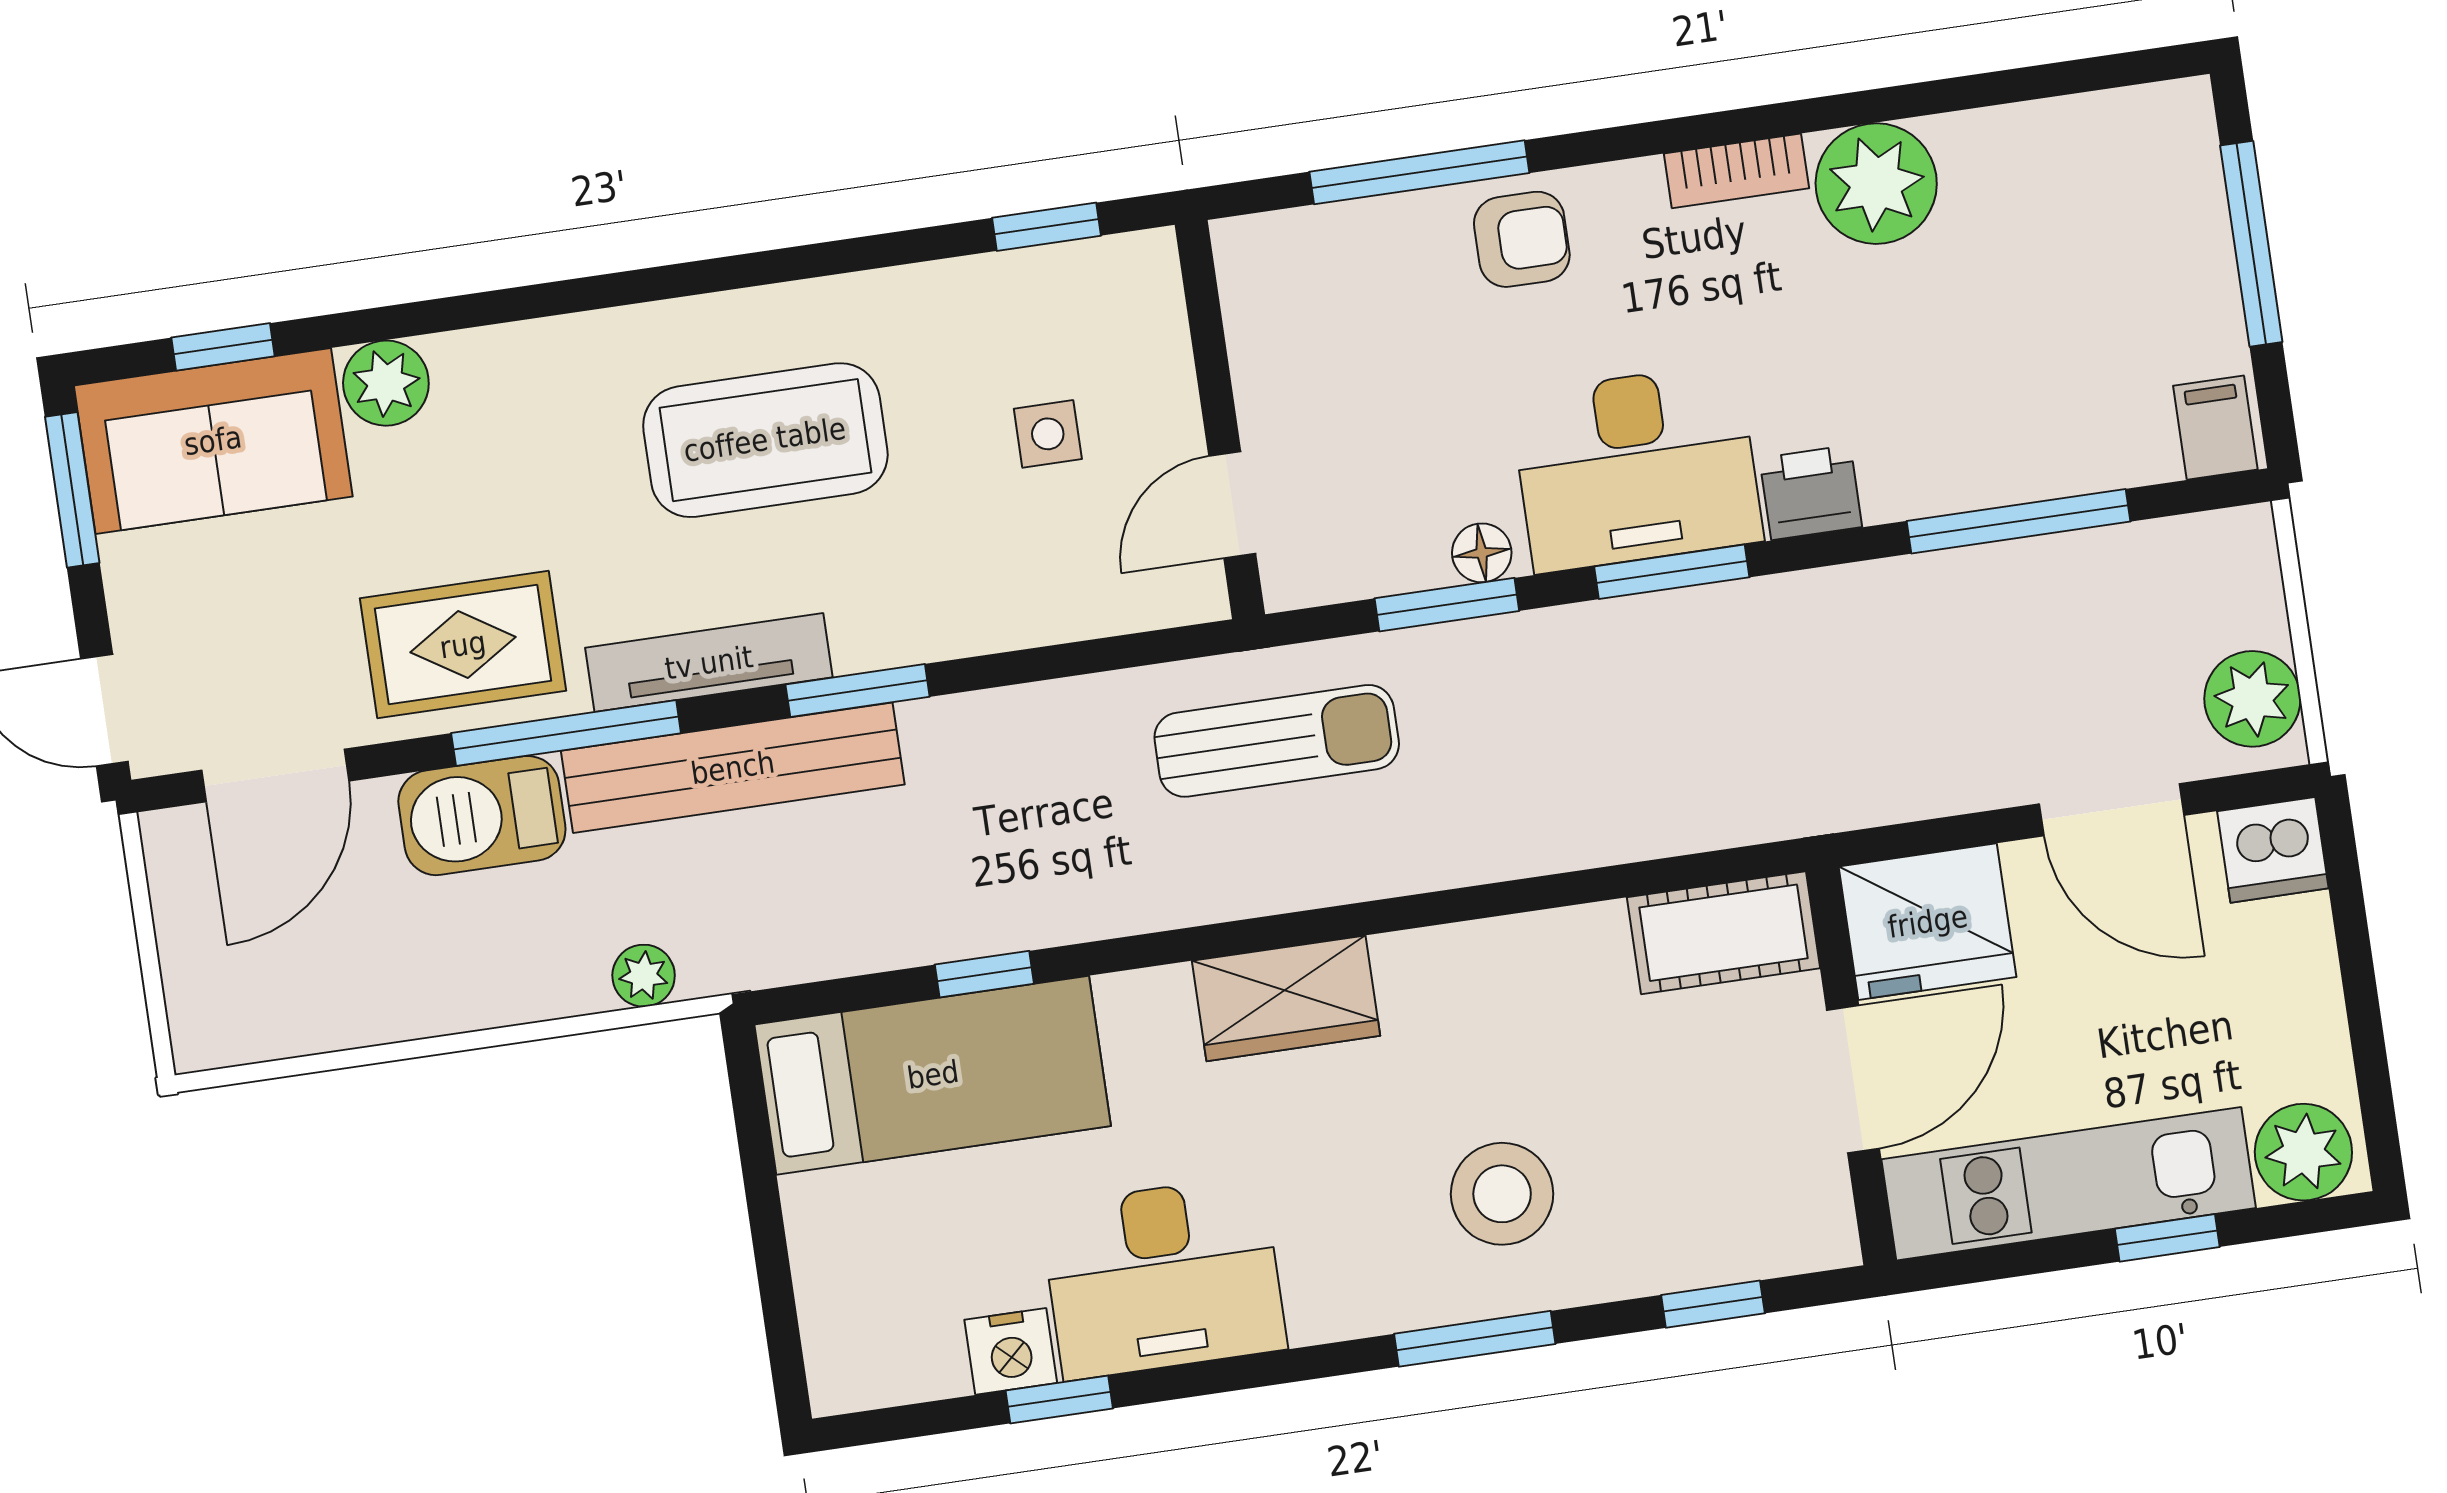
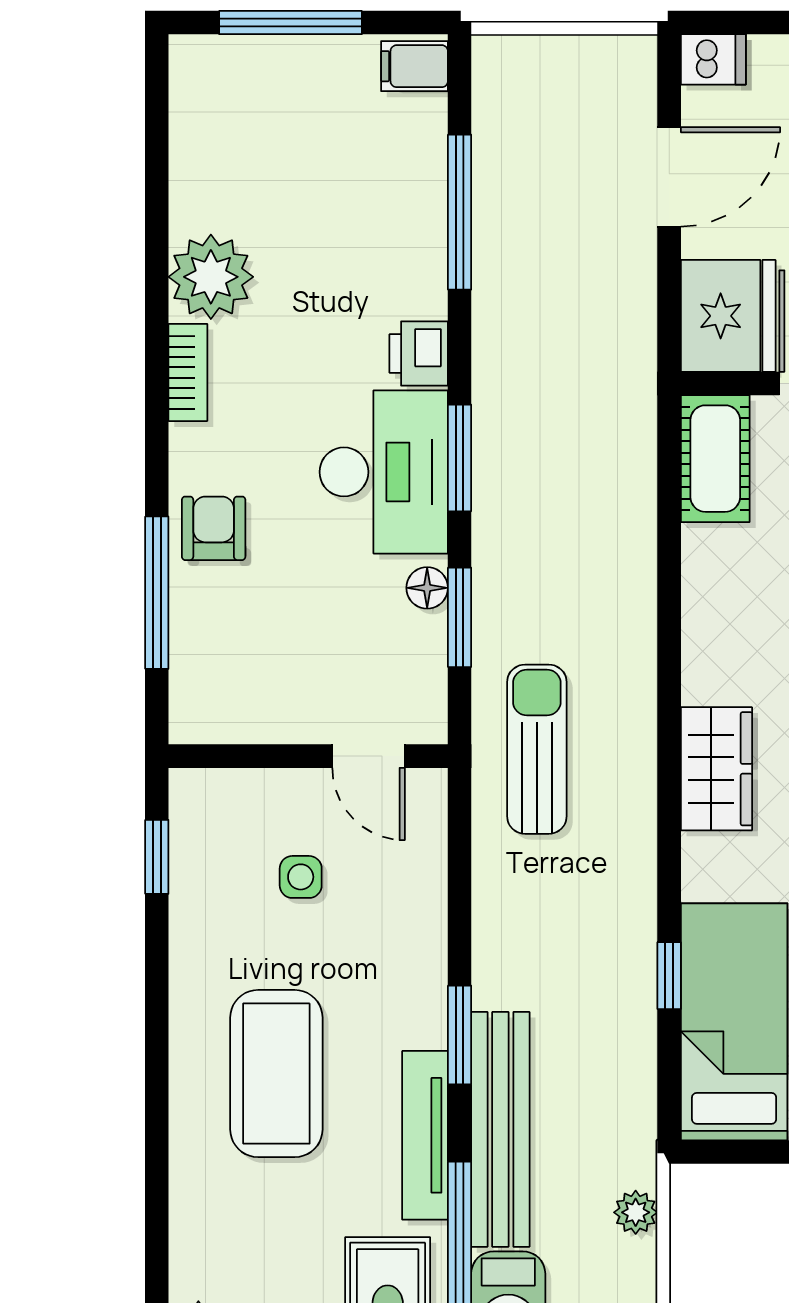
plant: (2252, 699) -> (606, 68), removed
dishwasher: (2273, 850) -> (713, 59), width x0.73

